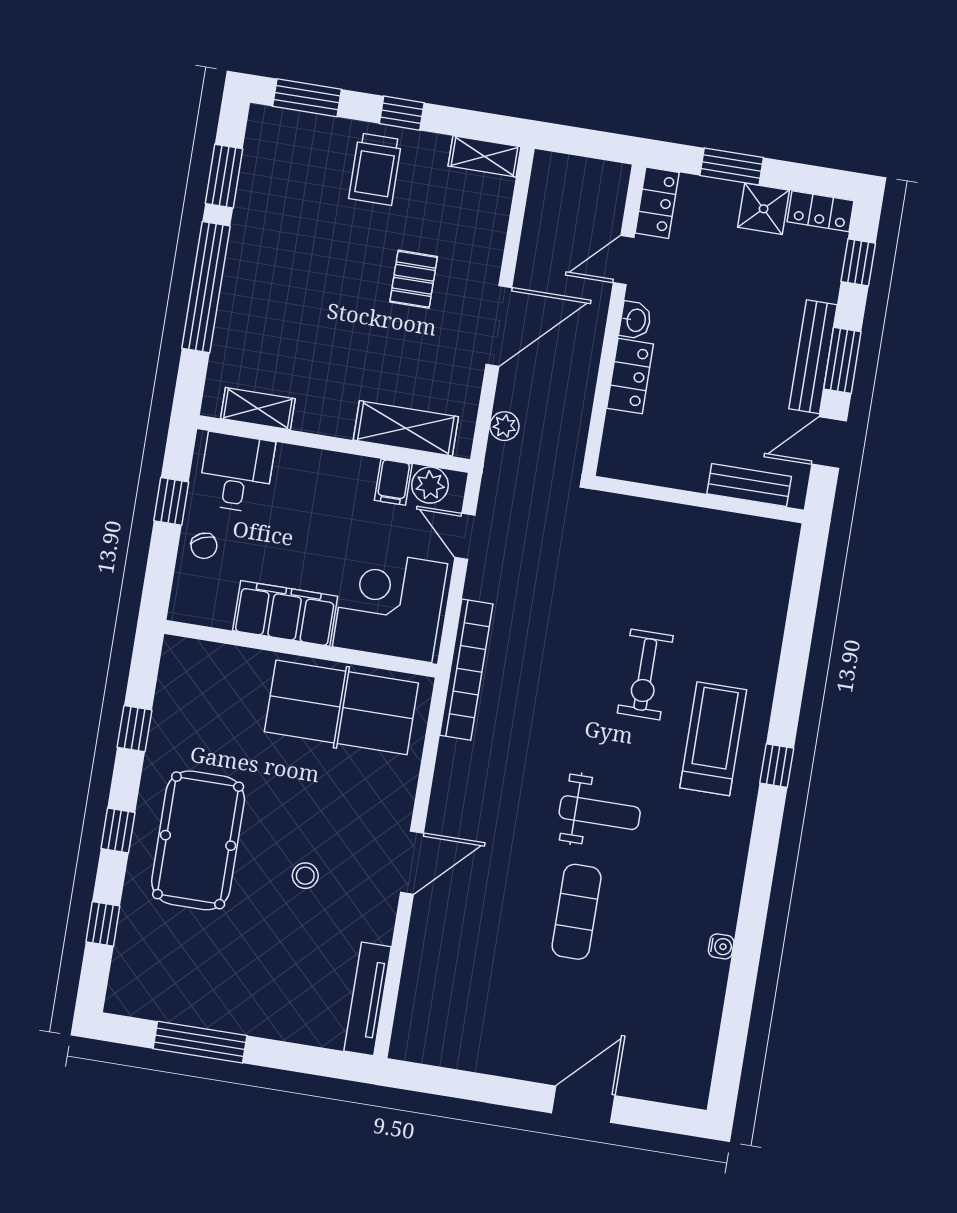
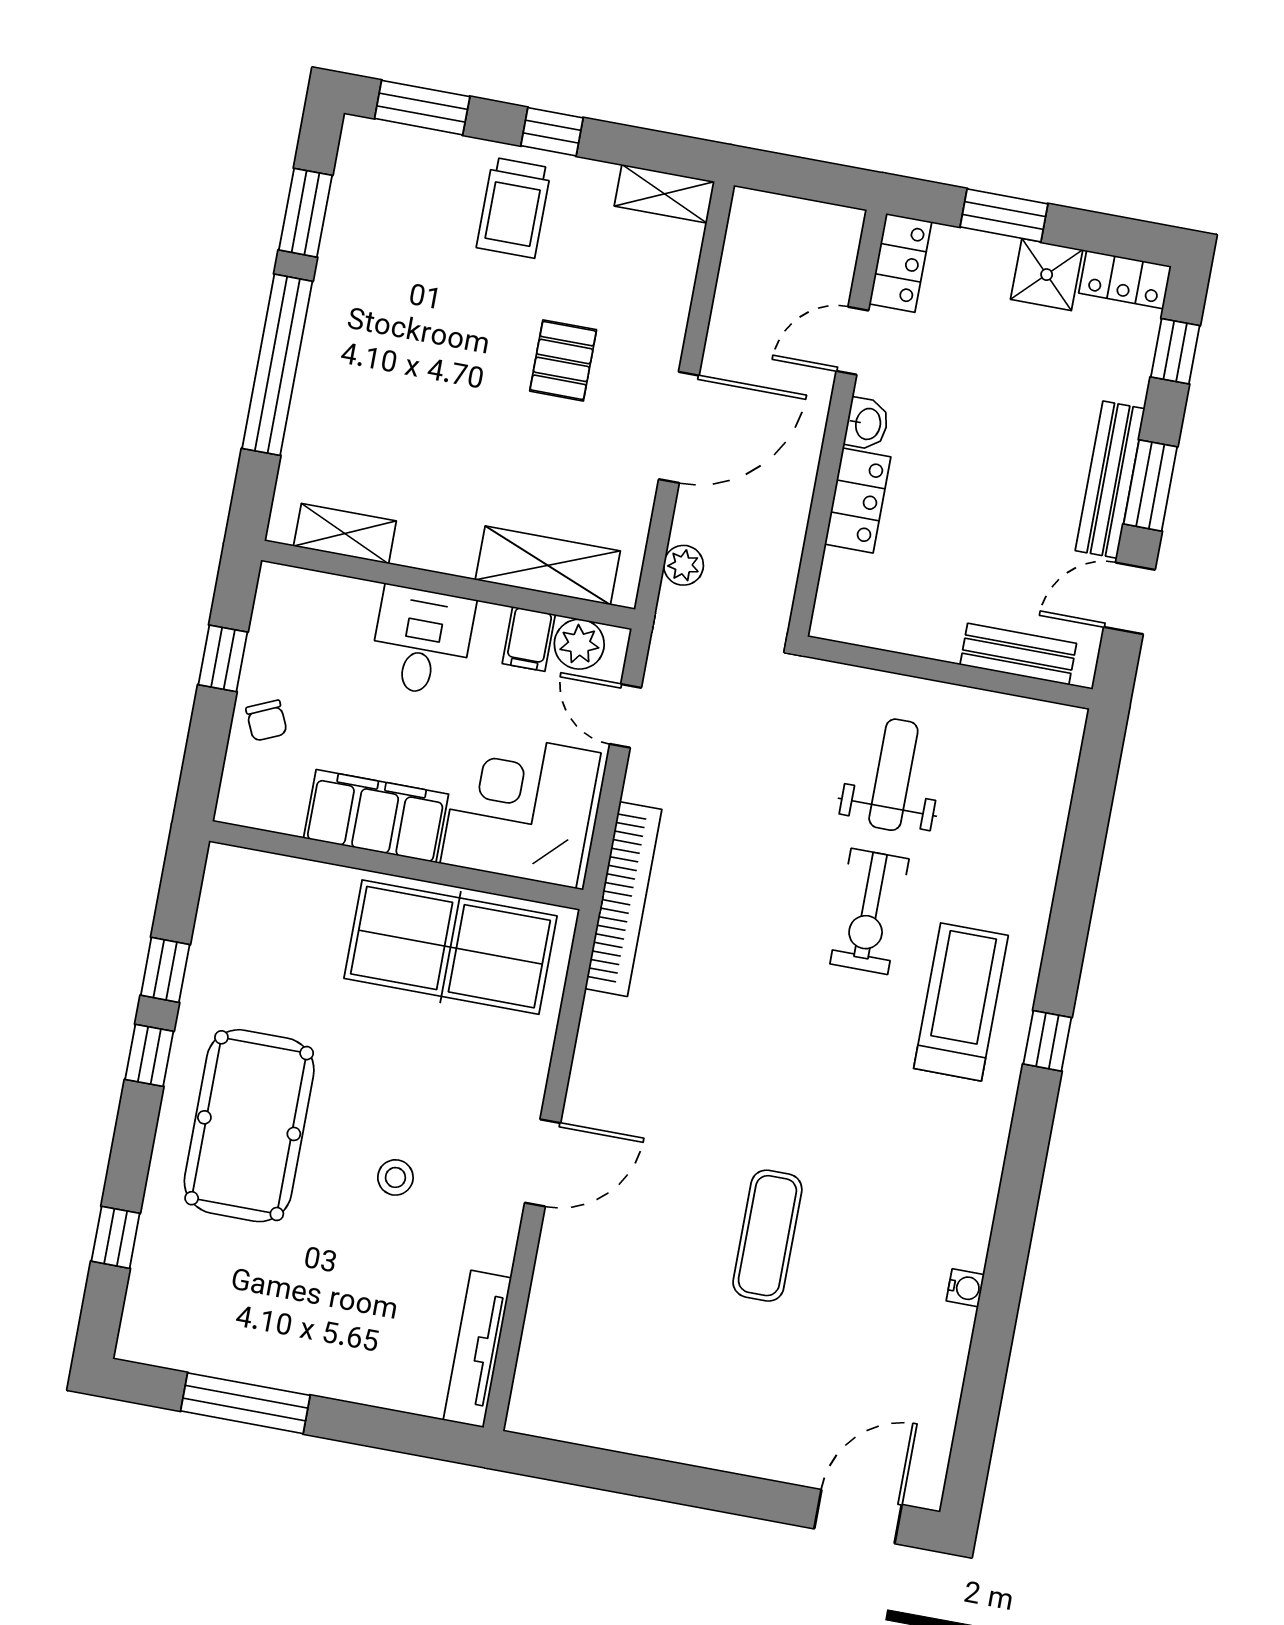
desk: (236, 473) -> (422, 641), moved
weight bench: (600, 813) -> (893, 775), moved, turned -90
window: (118, 830) -> (149, 1055), moved
door: (583, 1104) -> (858, 1517), moved

